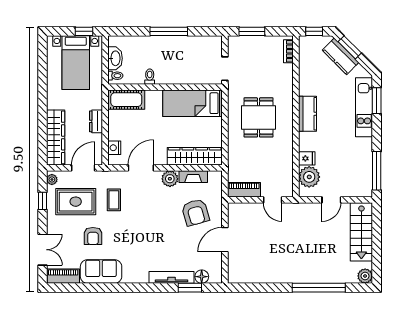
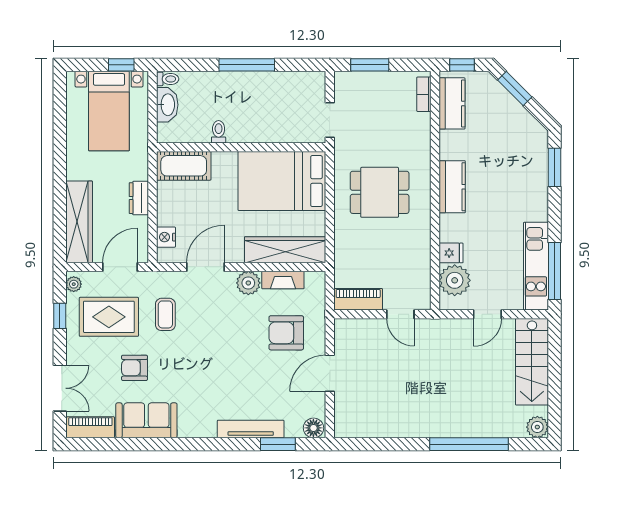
kitchen counter: (341, 56) -> (452, 103), moved, turned -135
toilet: (115, 76) -> (168, 79), moved
bed: (192, 103) -> (282, 181), width x1.50
kitchen unit: (364, 107) -> (536, 266), moved
dining table: (259, 117) -> (380, 192), turned 90
armchair: (195, 212) -> (286, 333), turned 106
armchair: (93, 236) -> (135, 368), turned 90
floor lamp: (202, 277) -> (313, 428), moved

